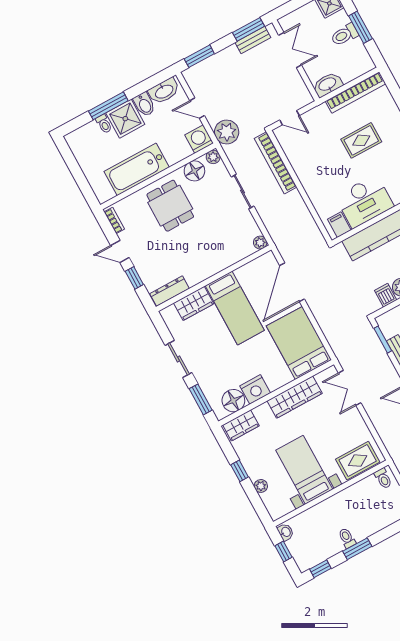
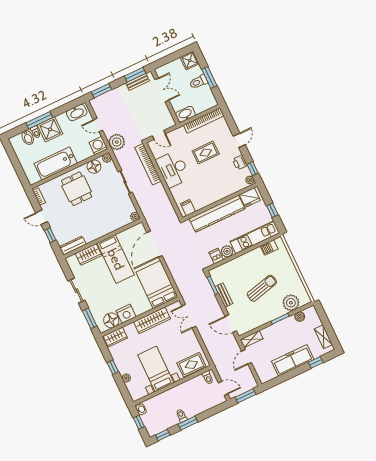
bidet: (144, 104) -> (28, 138), moved
desk: (364, 201) -> (173, 169), moved, turned 90

